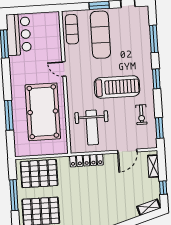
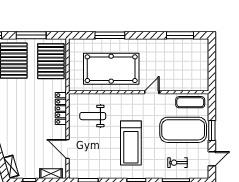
bar counter: (19, 34) -> (188, 50), removed
exercise mat: (100, 35) -> (183, 130), width x1.47
exercise bike: (141, 115) -> (178, 163), moved
weight bench: (92, 128) -> (93, 116), width x0.73, depth x0.75

